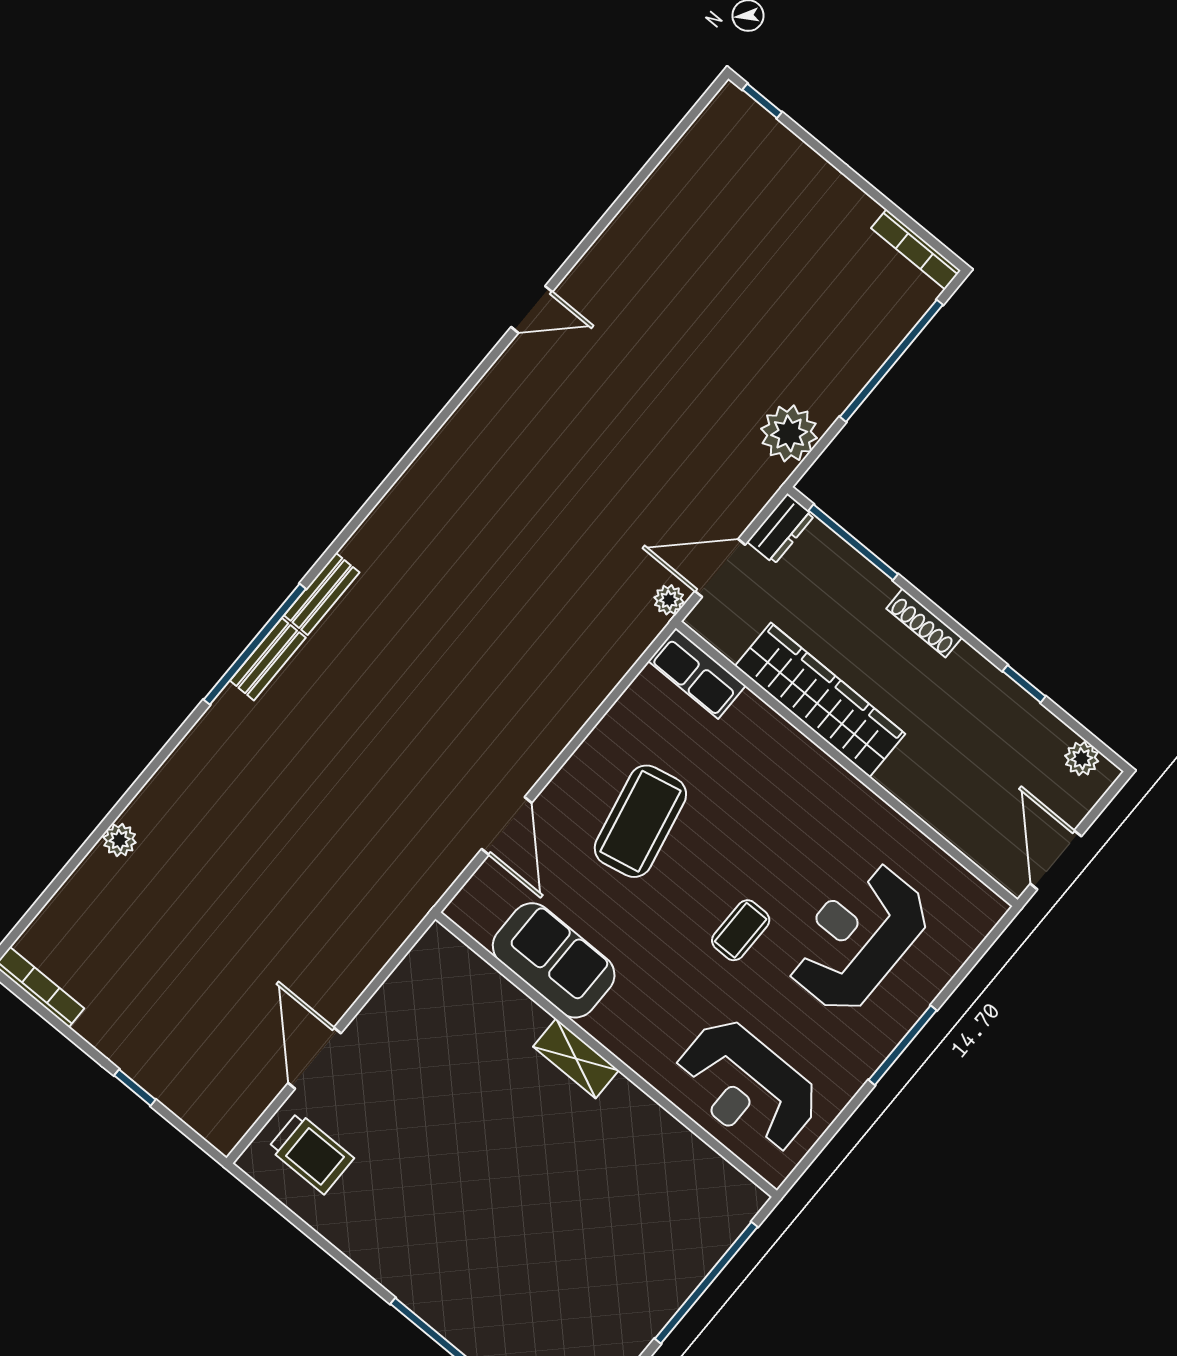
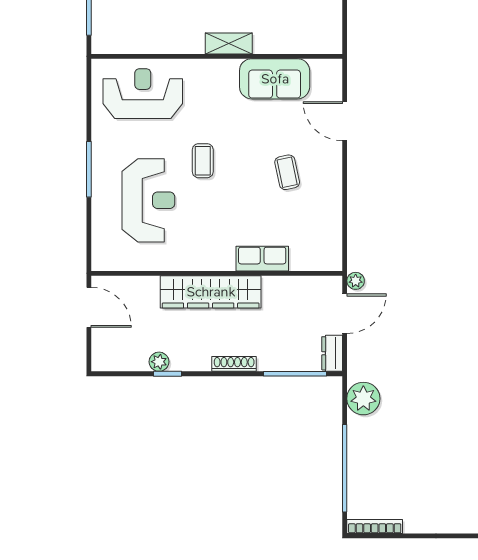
row of seats: (697, 673) -> (262, 259), moved
wardrobe: (820, 700) -> (211, 292), moved
plant: (1082, 759) -> (159, 362), moved
coffee table: (640, 821) -> (287, 172), width x0.54, depth x0.58

